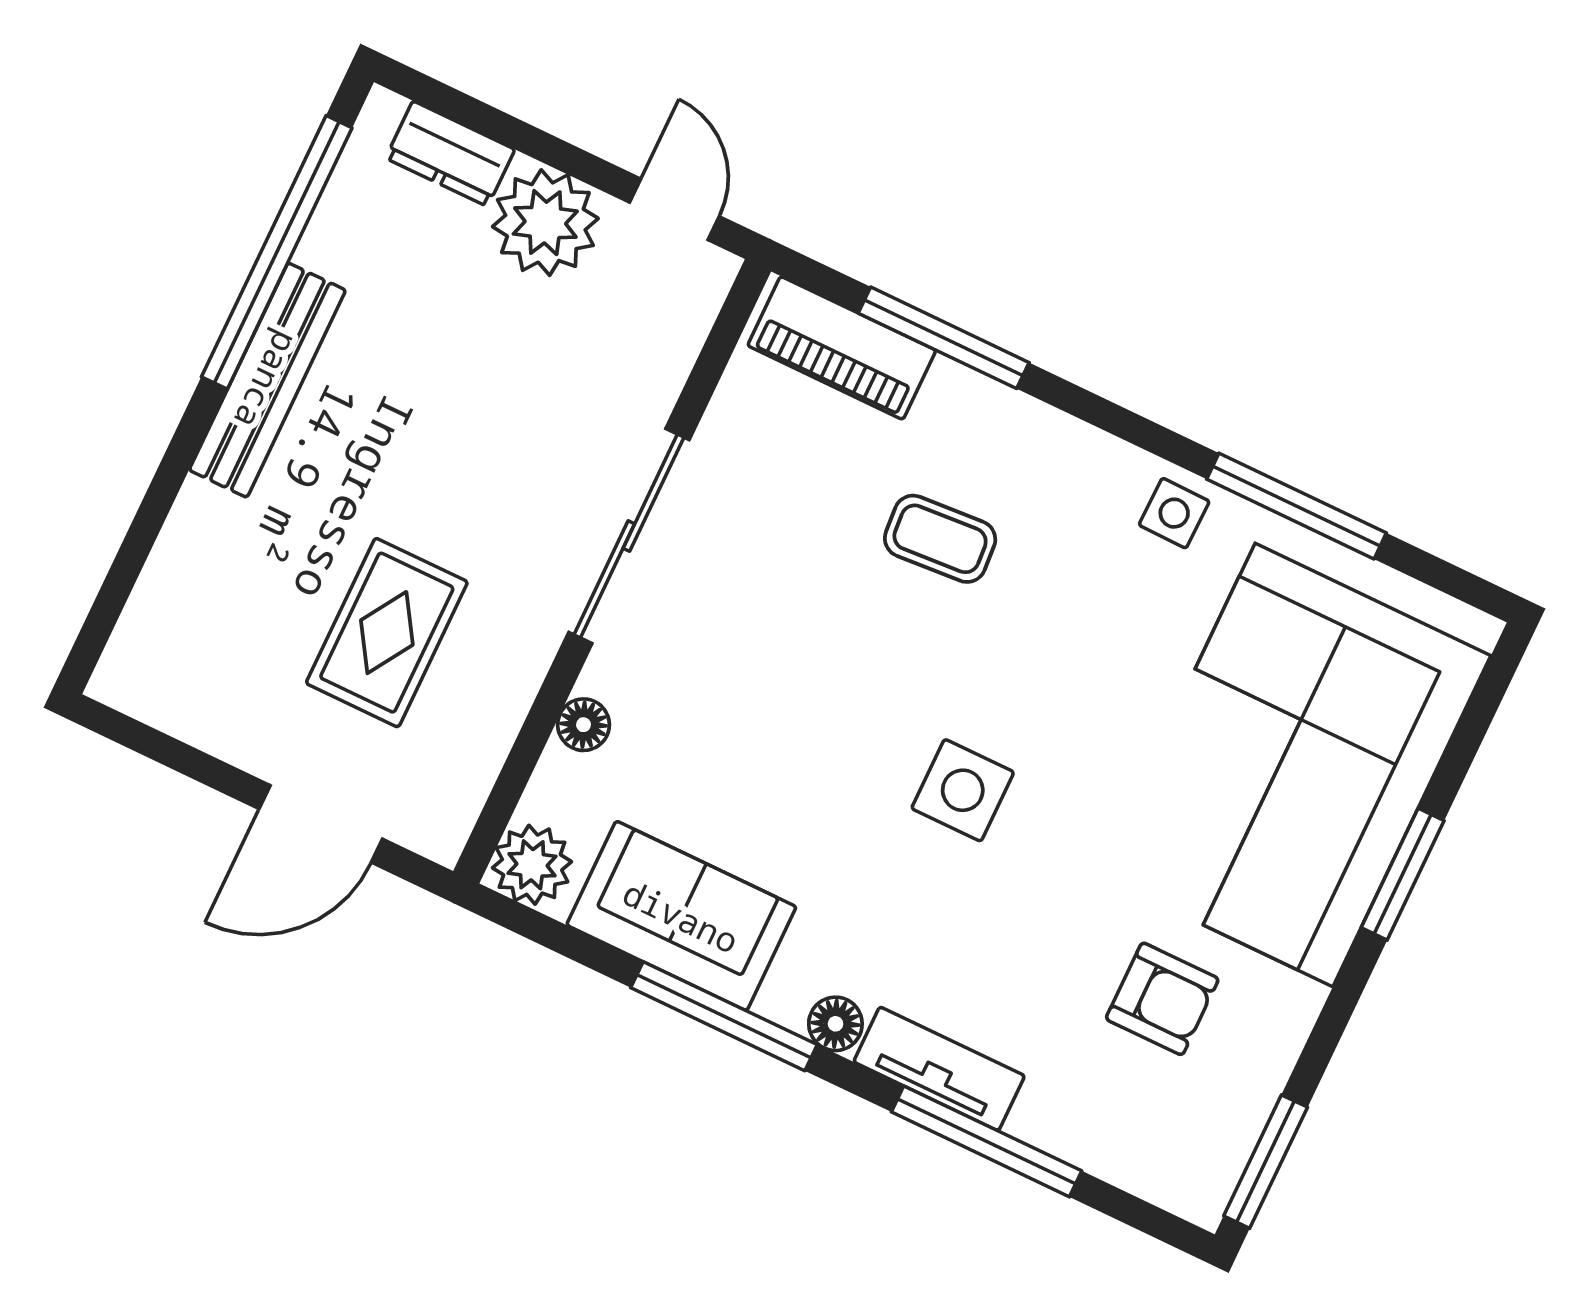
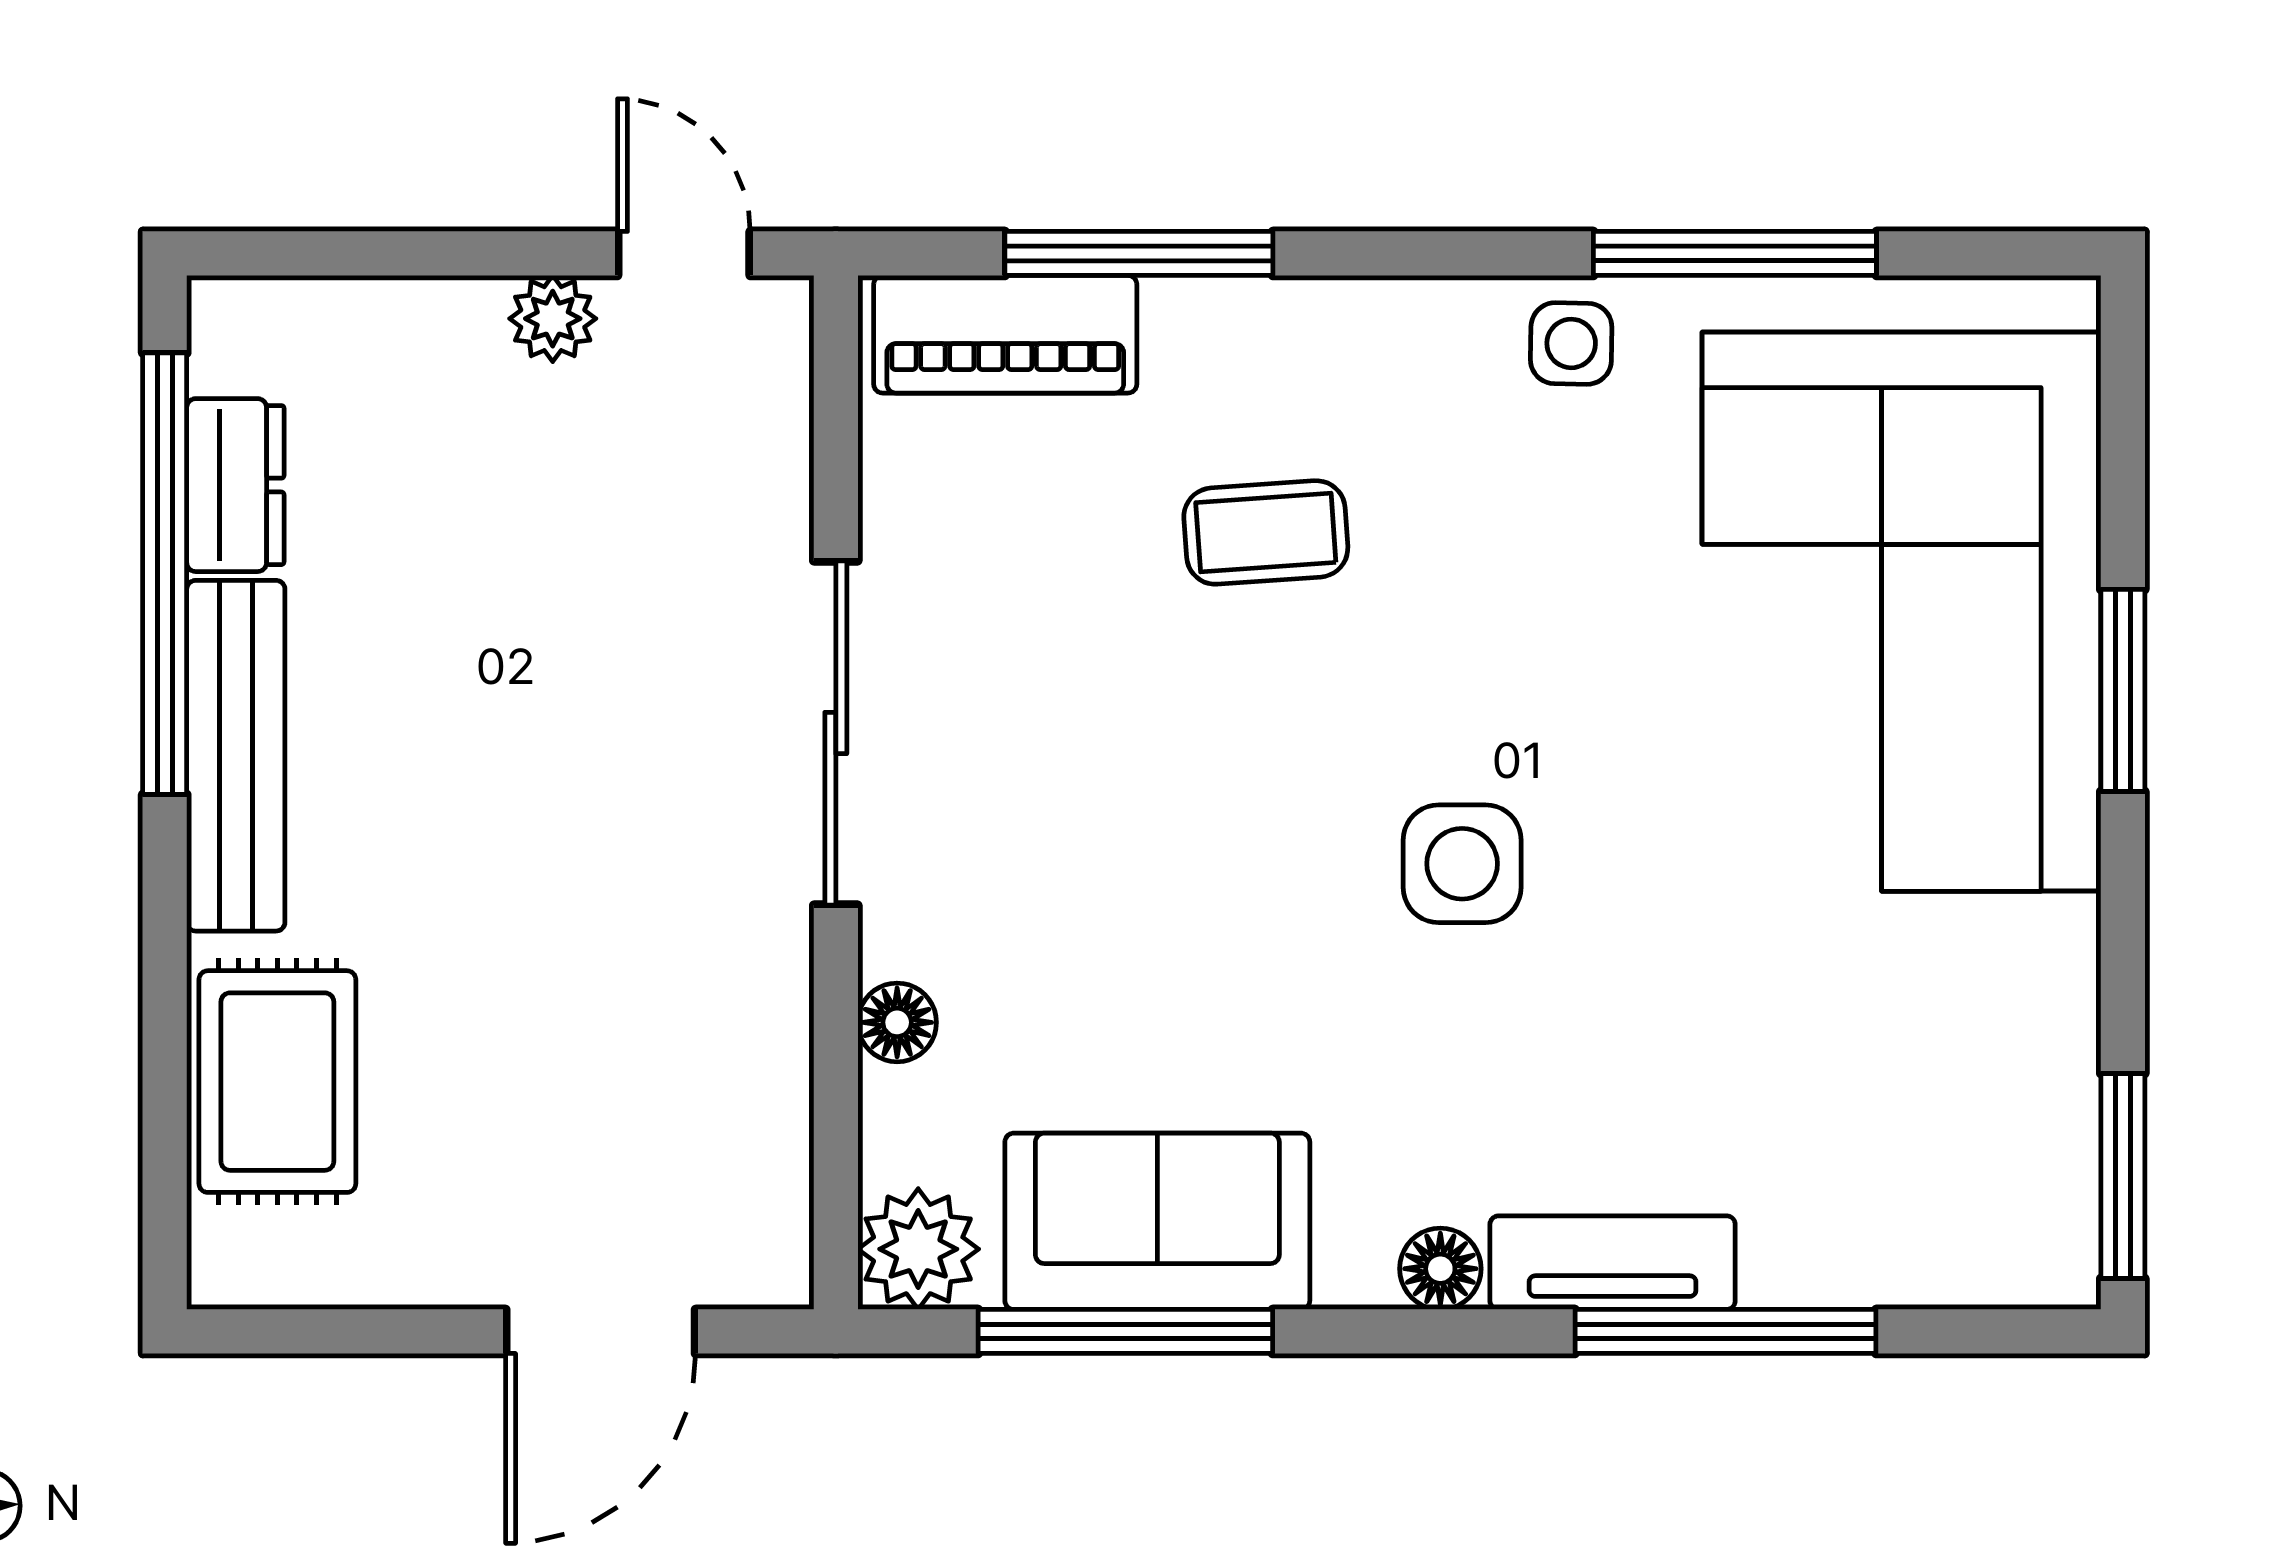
dresser: (450, 154) -> (235, 485), moved, turned -90
plant: (545, 223) -> (553, 319), width x0.53, depth x0.53
rug: (387, 633) -> (277, 1082), moved
armchair: (1162, 999) -> (1874, 1020), removed
window: (724, 1016) -> (1125, 1331), moved

